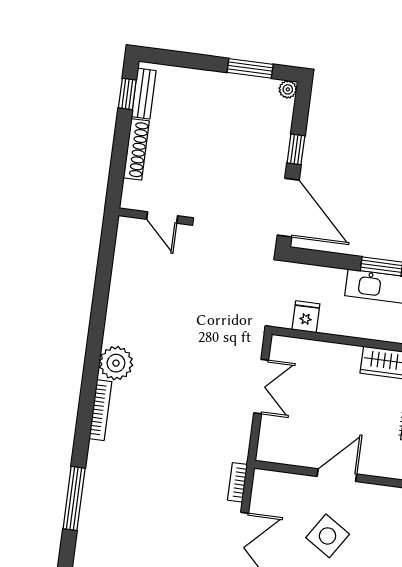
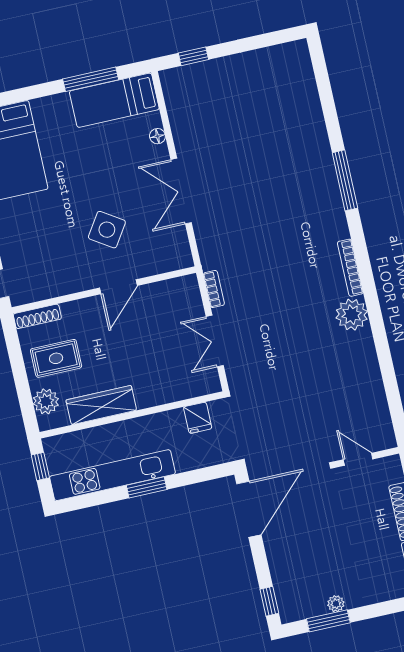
plant: (288, 89) -> (336, 604), moved
window: (296, 149) -> (269, 601), moved
door: (288, 208) -> (249, 509), swing flipped
bookcase: (237, 482) -> (214, 289), moved

